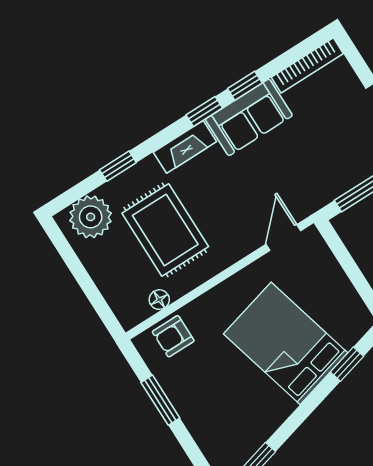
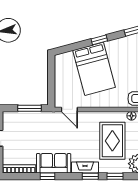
window: (204, 111) -> (90, 176), moved
door: (283, 237) -> (69, 109), hinge flipped
window: (347, 364) -> (99, 40), moved

